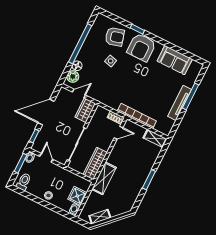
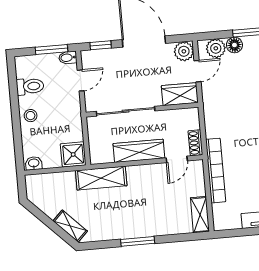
plant: (64, 94) -> (184, 51), added
door: (79, 94) -> (197, 71), hinge flipped
door: (118, 133) -> (177, 159), hinge flipped
wardrobe: (95, 163) -> (139, 151), moved
toilet: (24, 182) -> (30, 86), moved
shower: (77, 196) -> (73, 154), moved
shelving: (100, 217) -> (70, 226), moved

